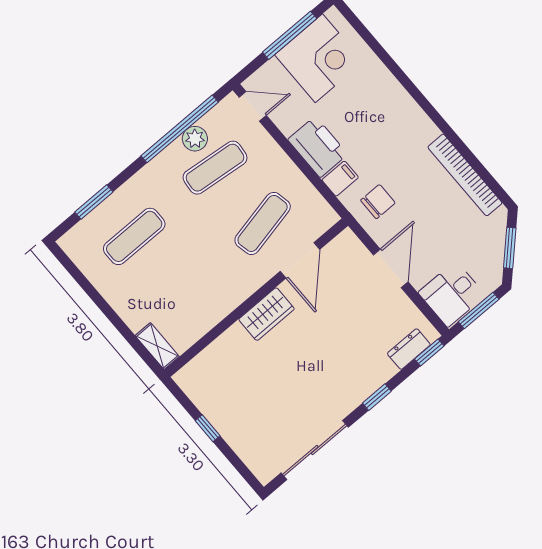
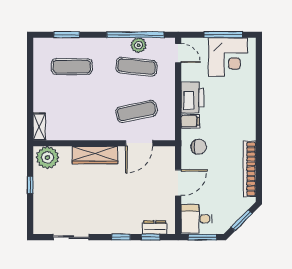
wardrobe: (267, 314) -> (95, 155), width x1.50
window: (429, 353) -> (151, 237), moved
plant: (200, 376) -> (47, 157), added
sliding door: (315, 450) -> (71, 237), width x0.73

